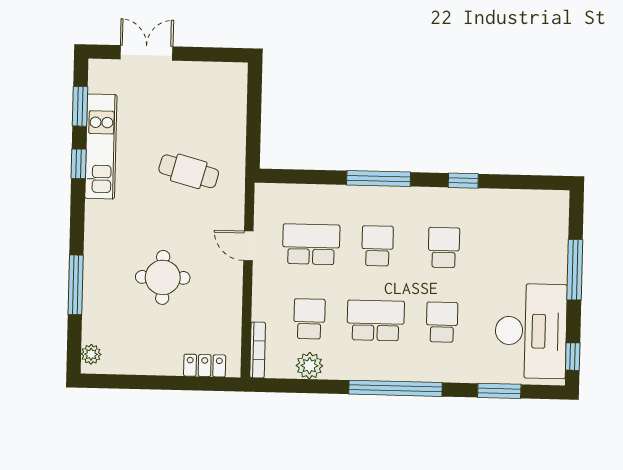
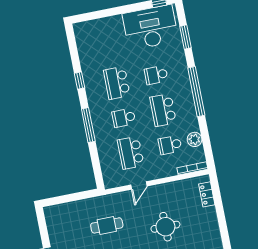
cafe table: (189, 171) -> (107, 225), turned 75
school desk: (444, 247) -> (117, 83), width x1.85
window: (575, 270) -> (113, 12), removed

